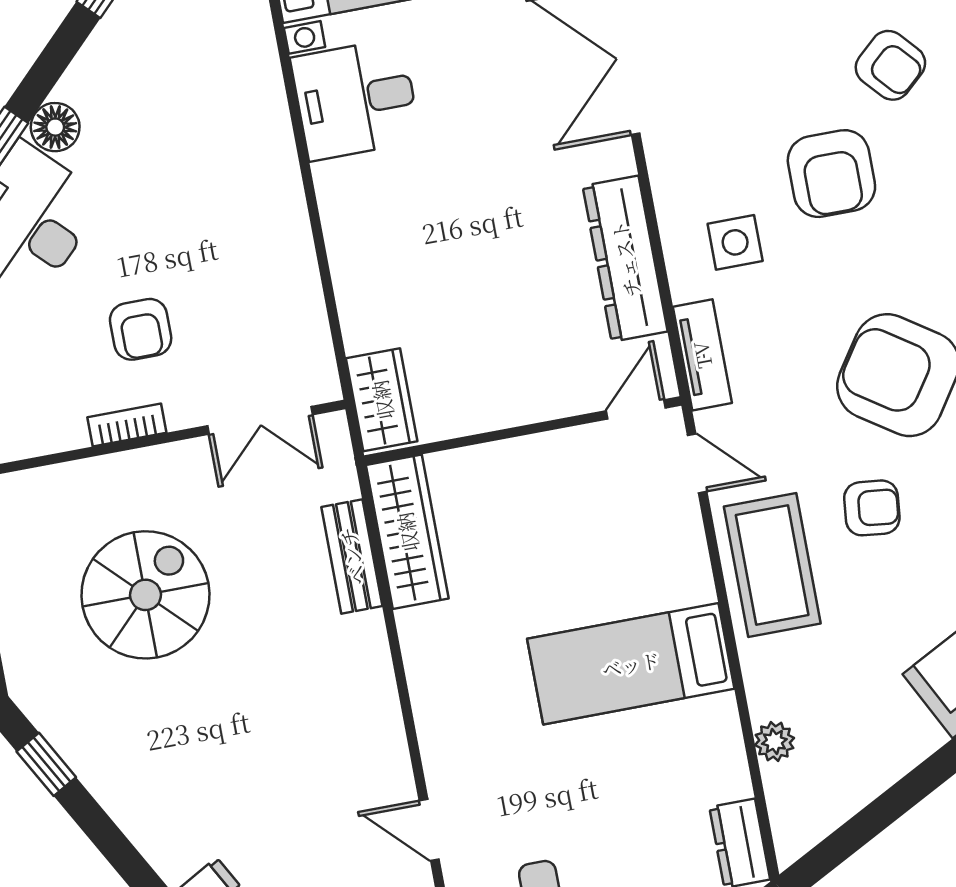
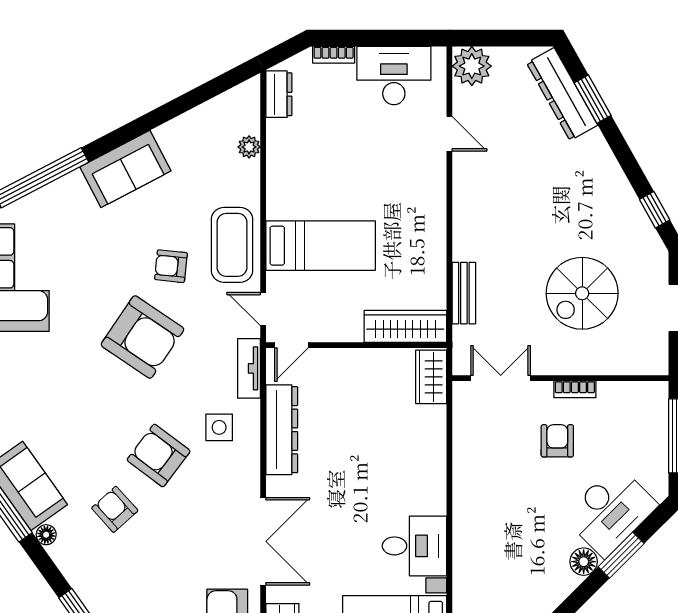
armchair: (831, 174) -> (159, 456), turned -53
wardrobe: (407, 532) -> (405, 326), moved, turned 90
bed: (631, 664) -> (321, 246), moved

